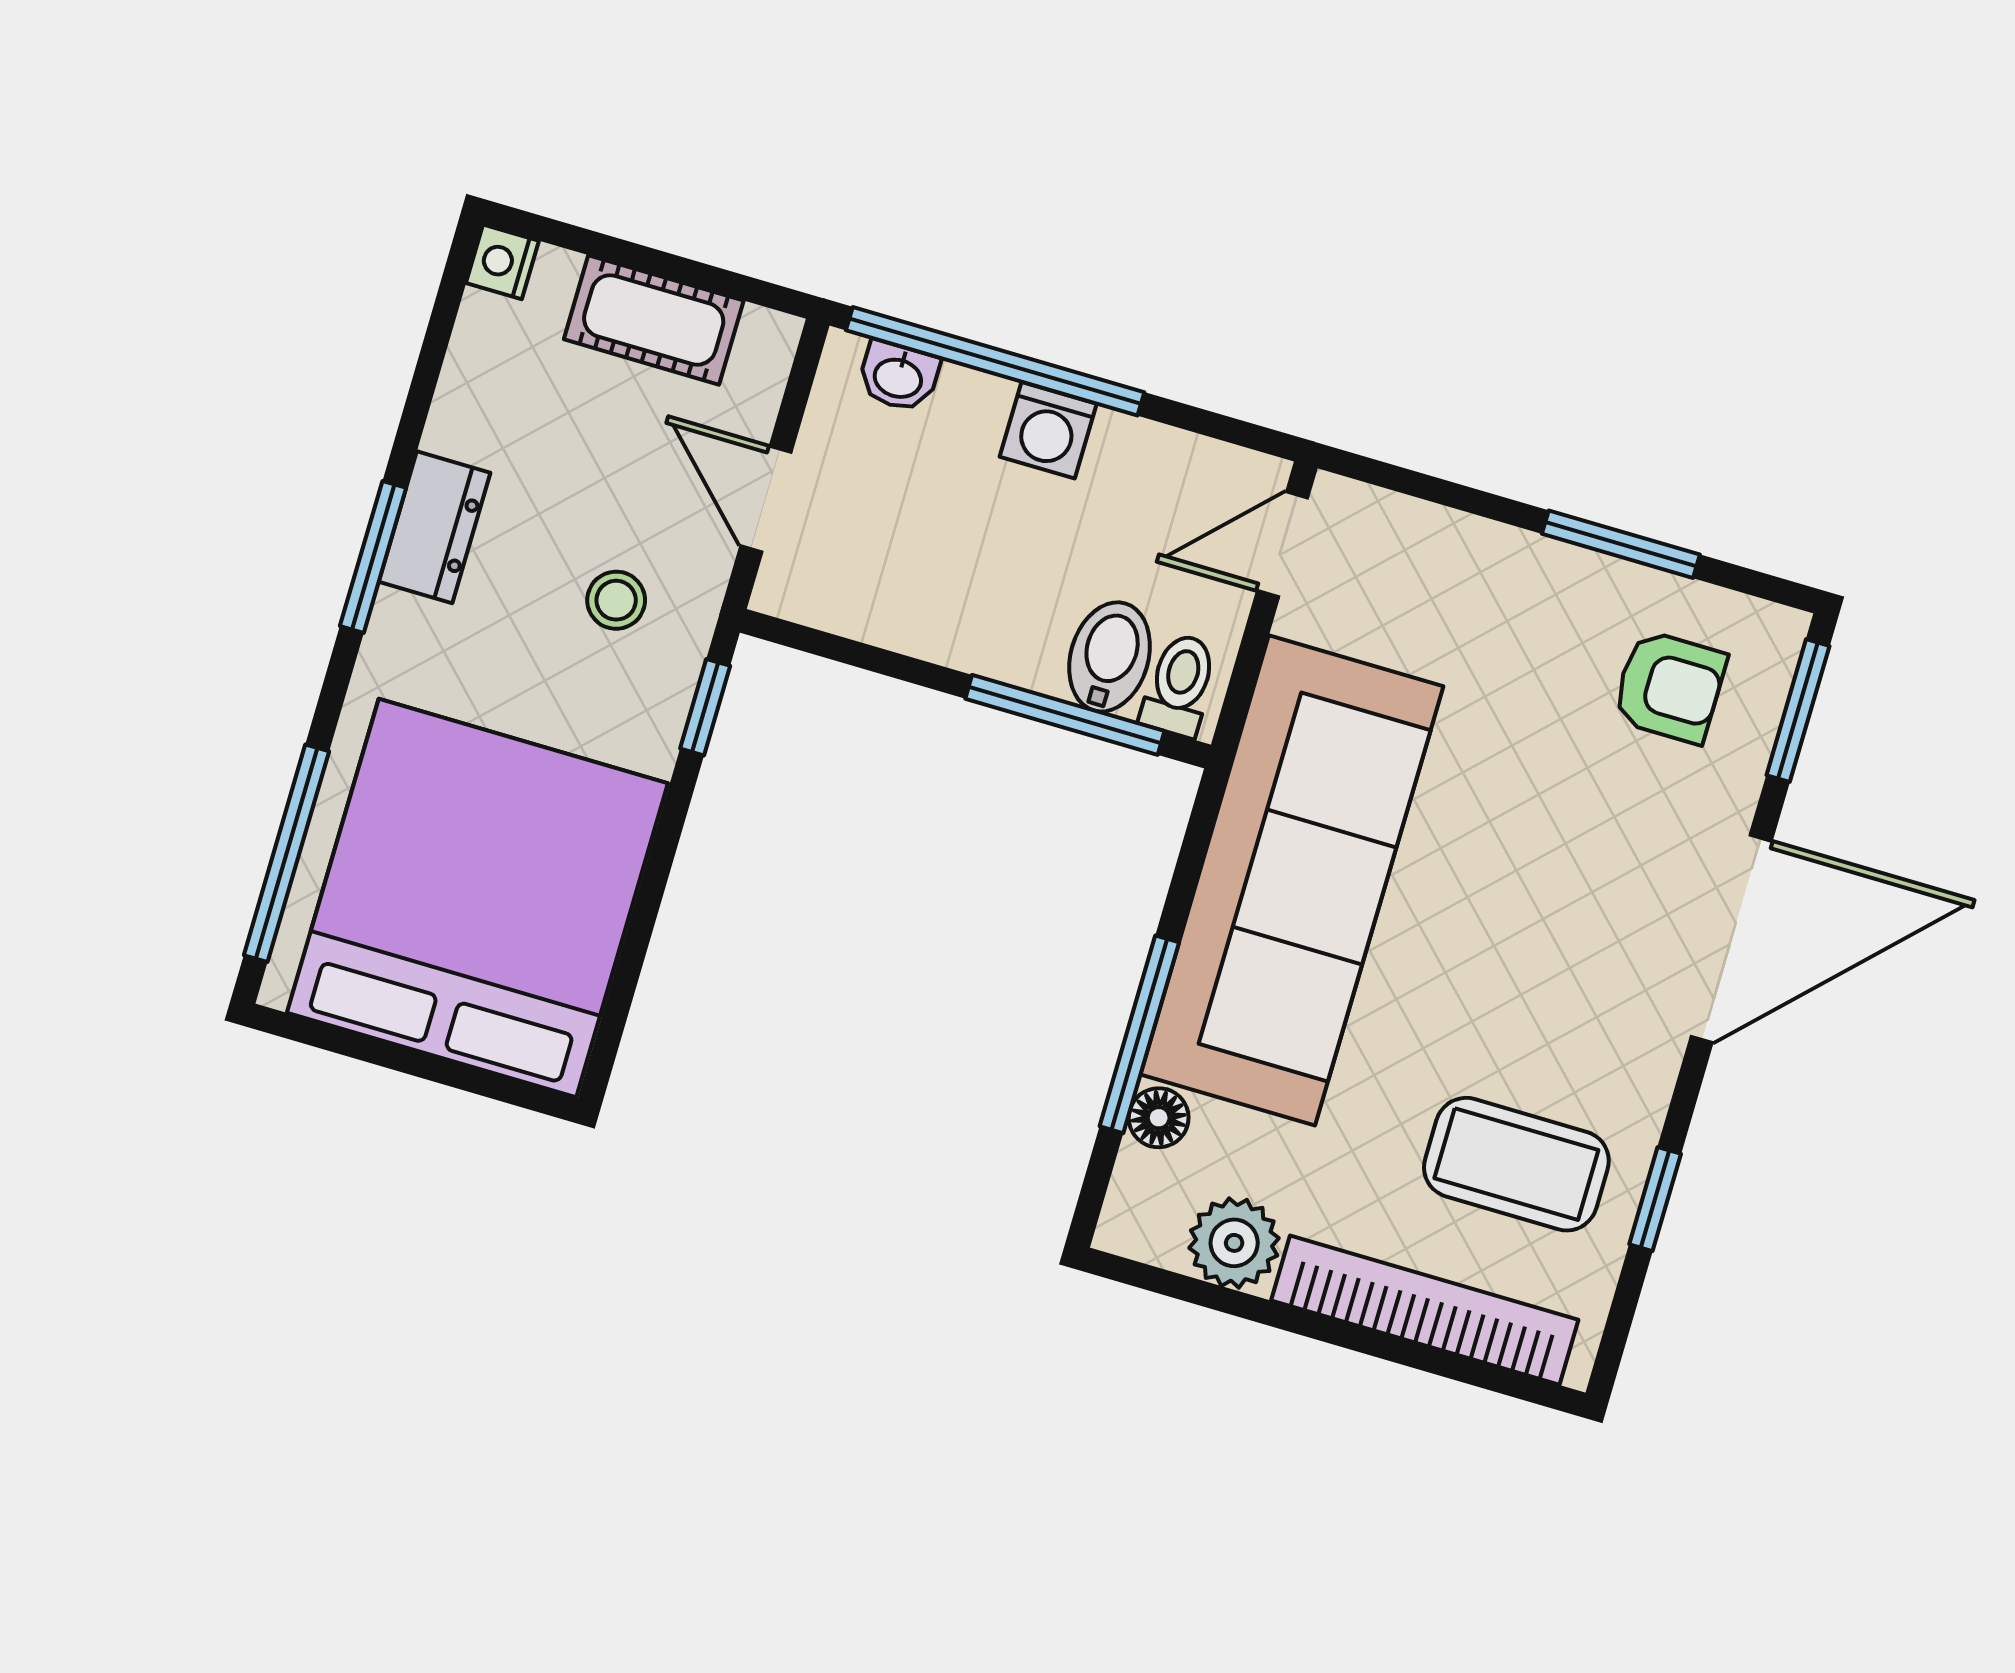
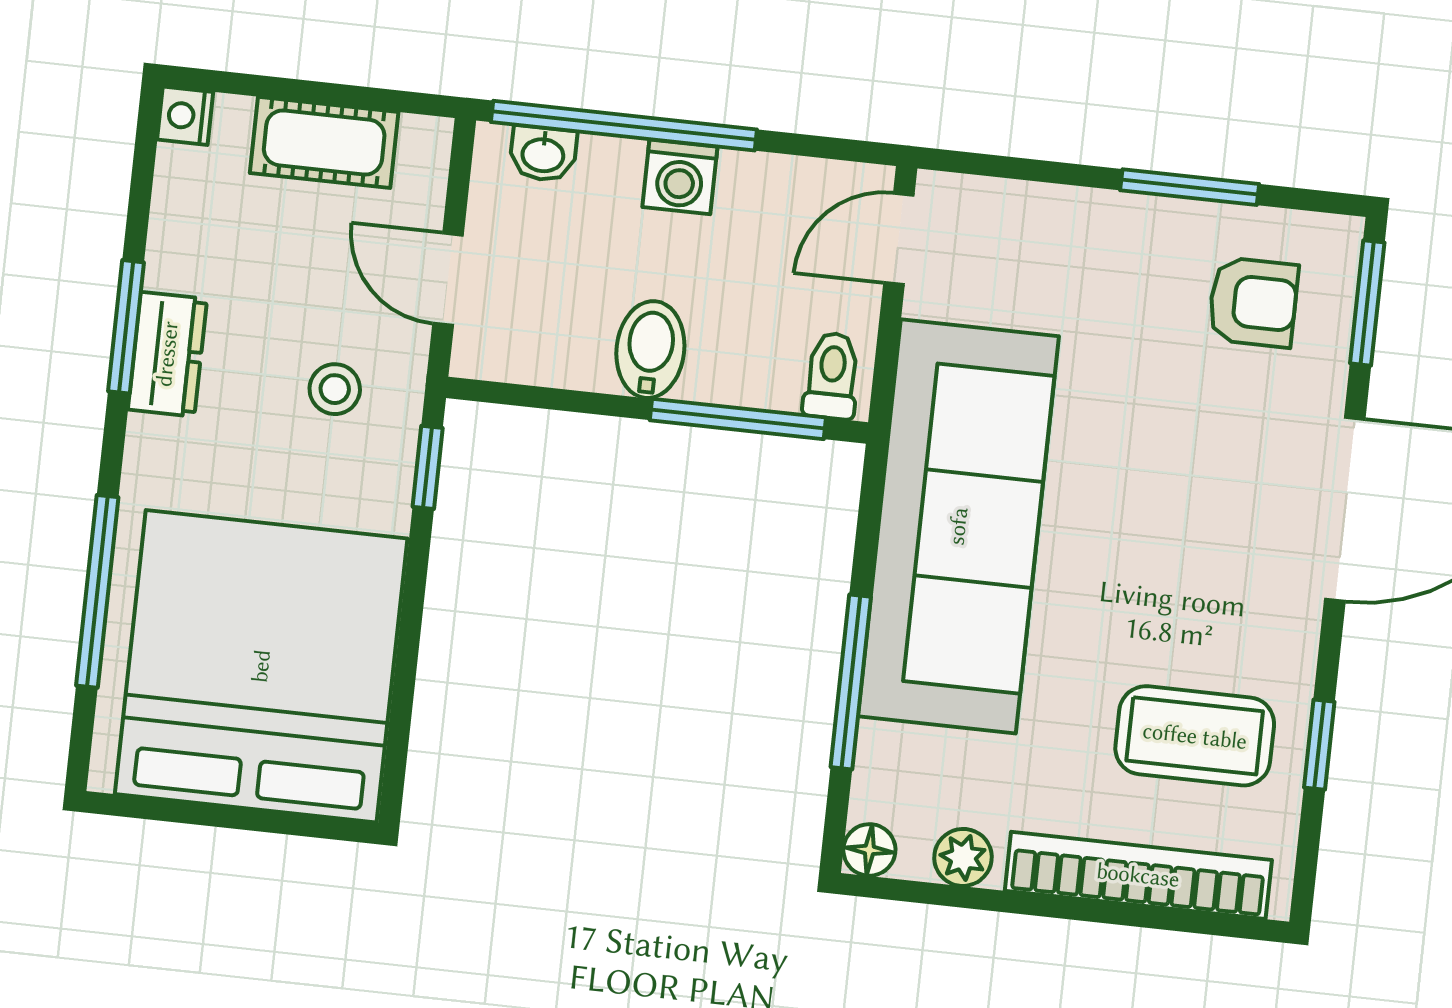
window: (373, 557) -> (126, 327), moved
bidet: (1110, 657) -> (650, 350), moved
window: (286, 853) -> (97, 591), moved
floor lamp: (1159, 1118) -> (869, 850), moved
plant: (1234, 1243) -> (963, 857), width x0.73, depth x0.73

